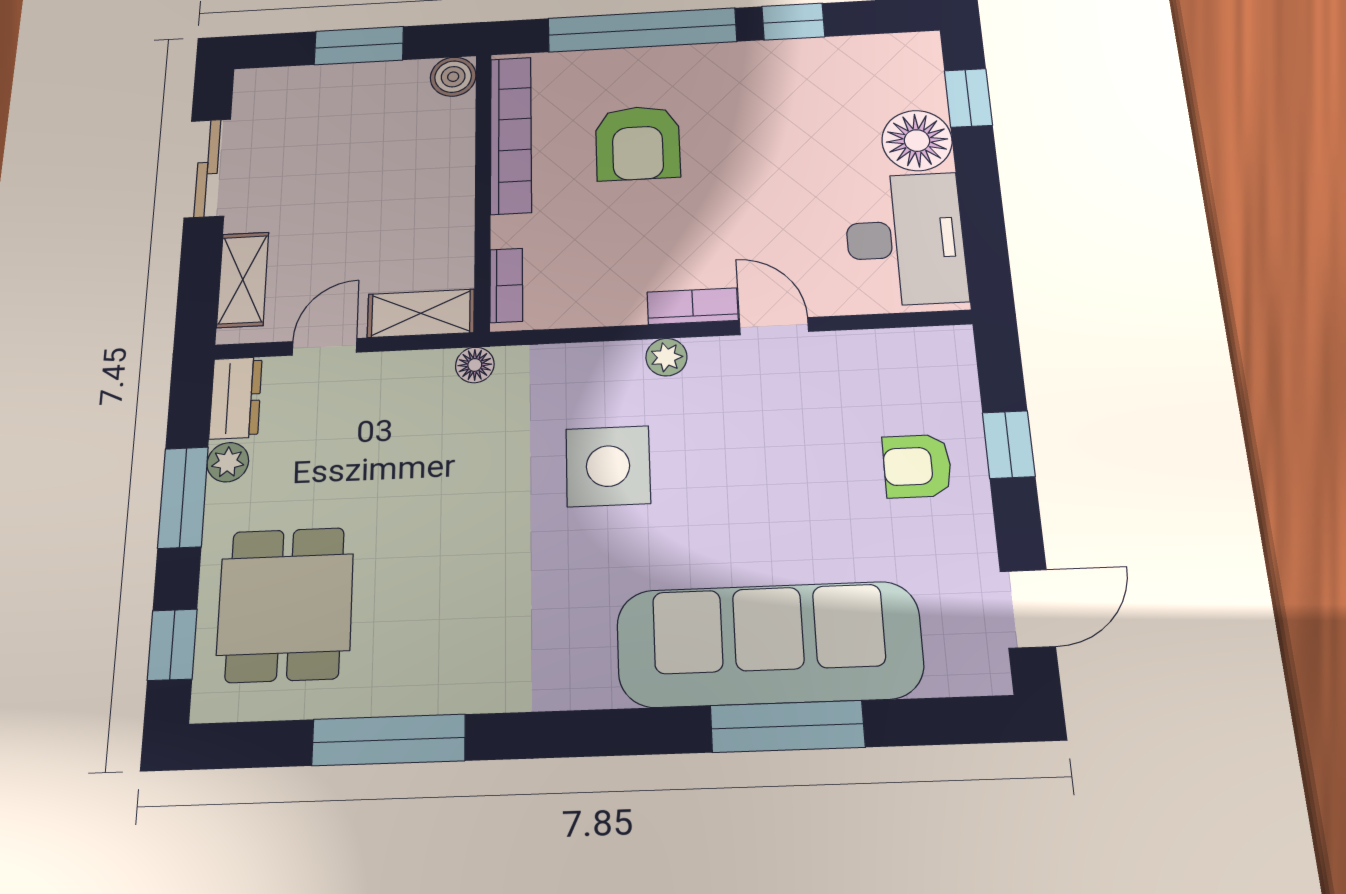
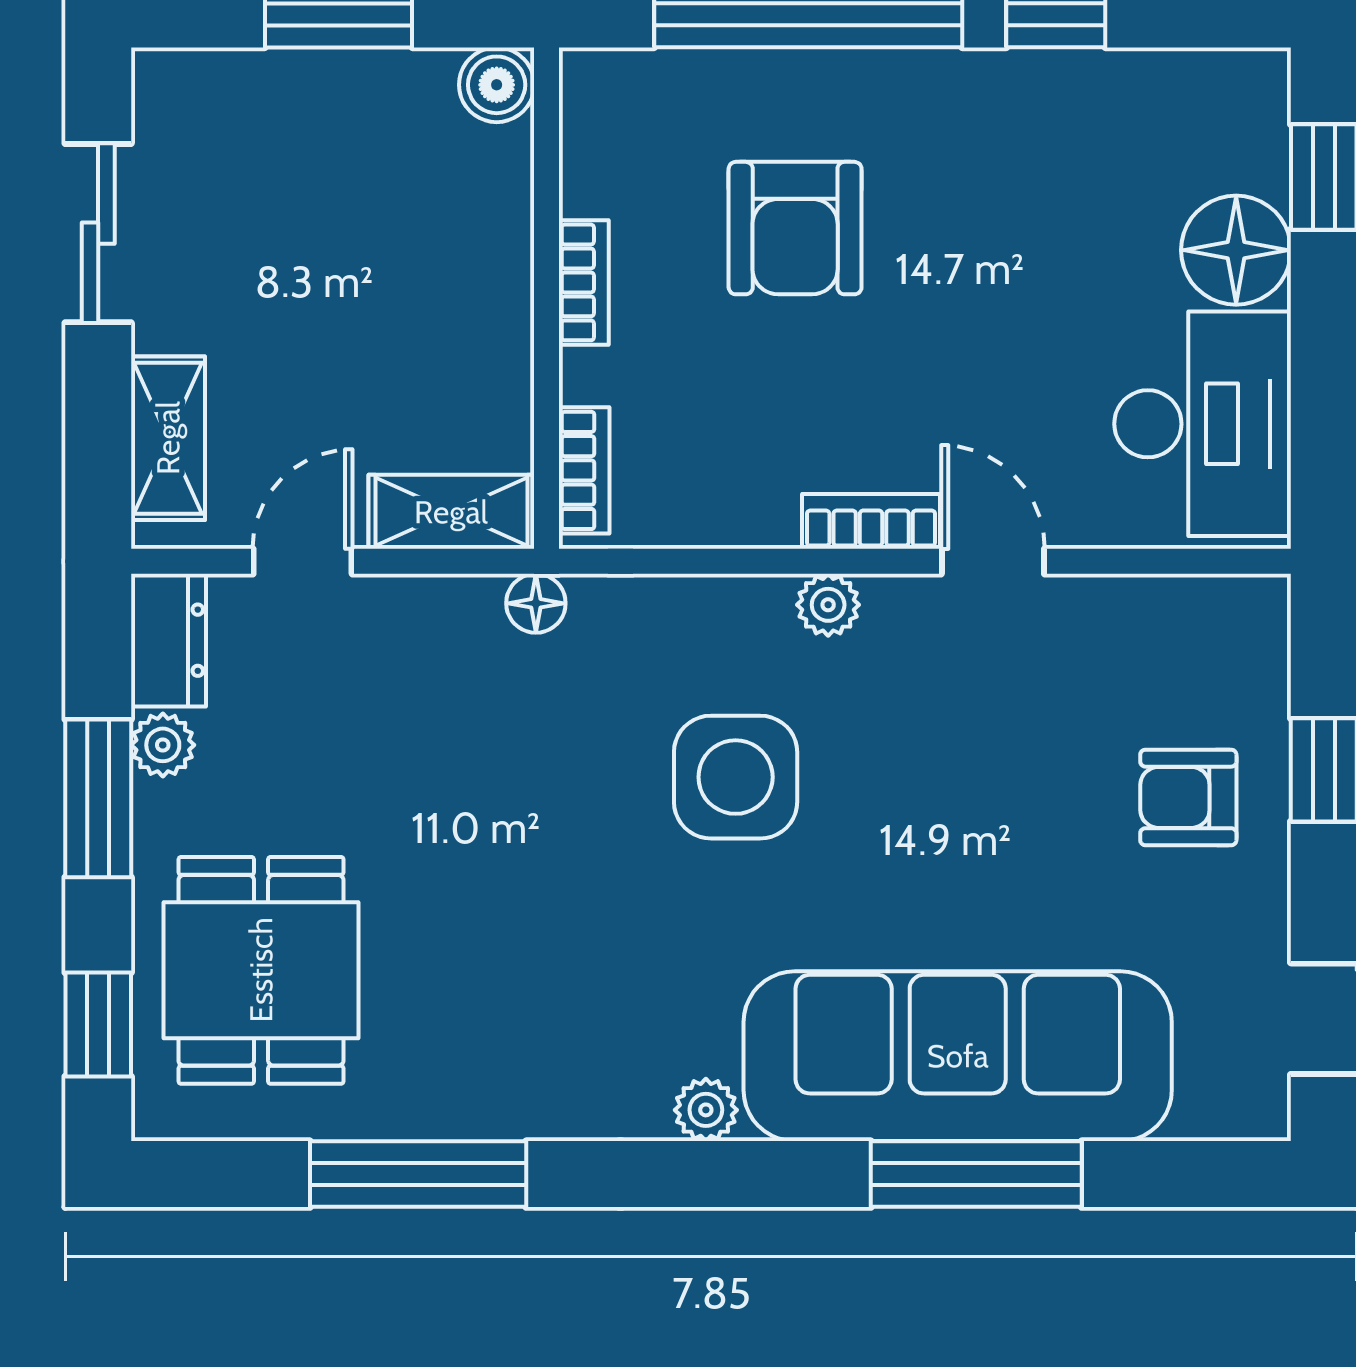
bookcase: (511, 135) -> (584, 282), width x0.43, depth x0.76
plant: (592, 688) -> (706, 1110), added

